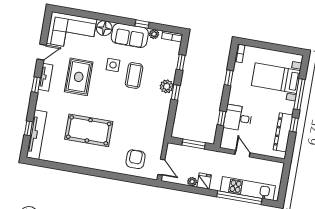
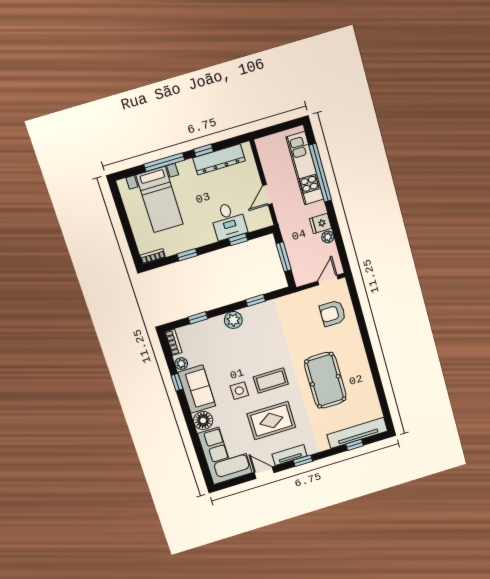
coffee table: (134, 75) -> (271, 381), moved
window: (176, 92) -> (256, 300), moved

